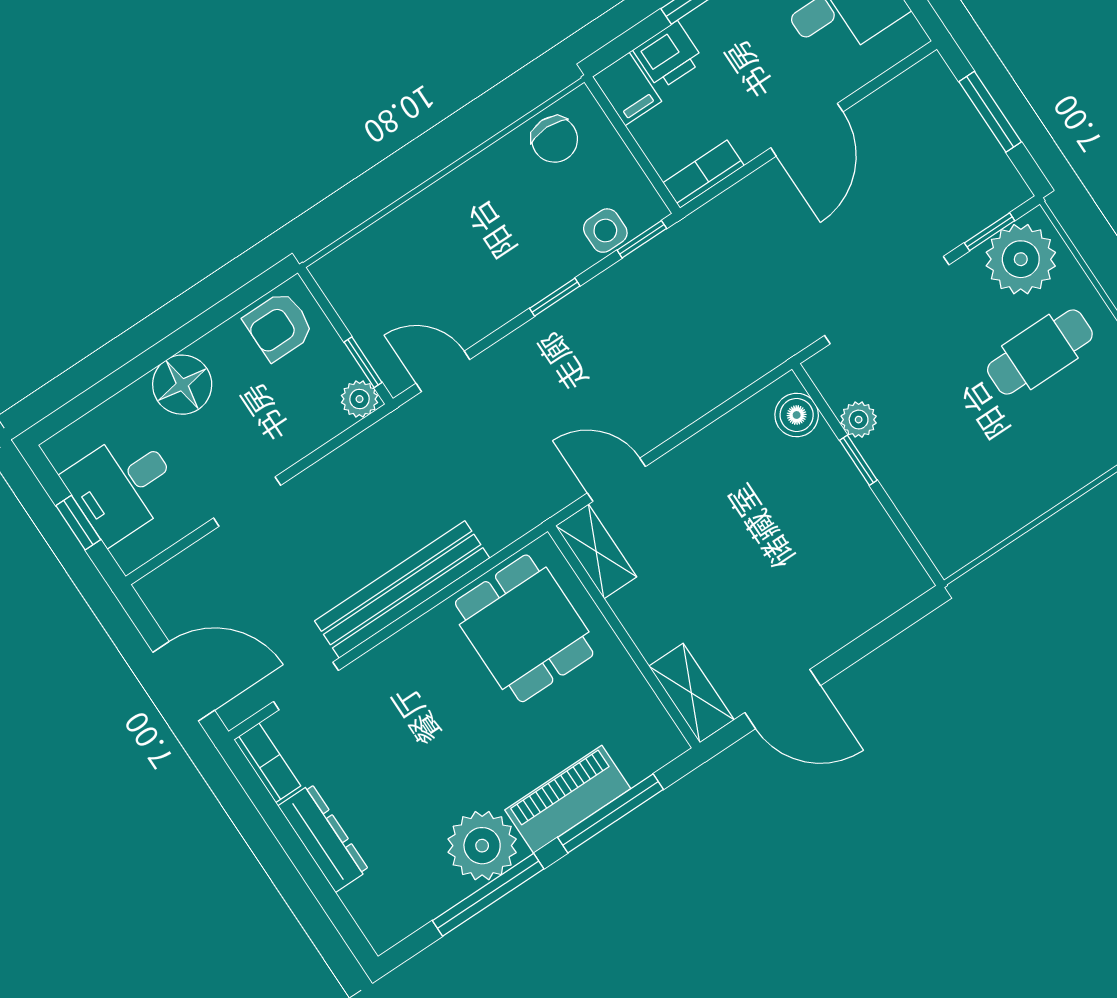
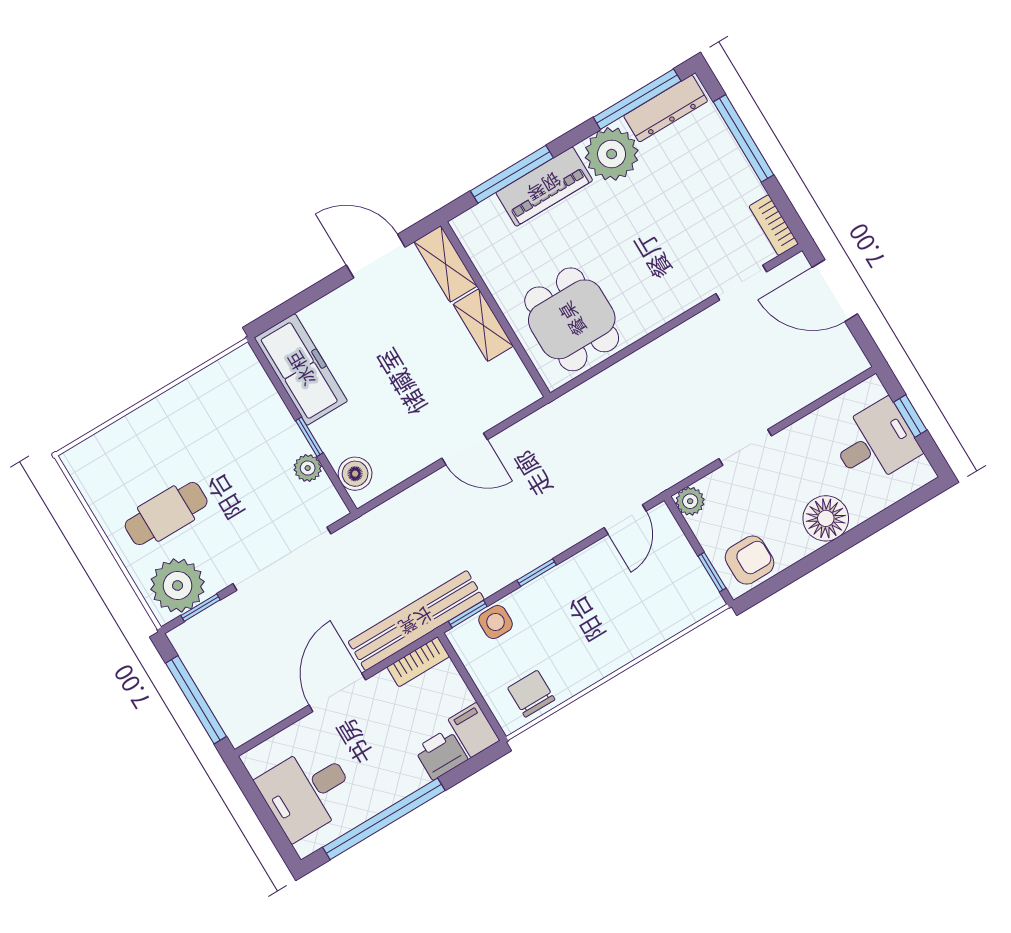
window: (990, 112) -> (196, 700), width x1.44
window: (363, 362) -> (712, 572), moved
door: (443, 371) -> (625, 519), hinge flipped
door: (616, 480) -> (465, 449), moved
doorway: (247, 502) -> (745, 447), moved
freezer: (873, 547) -> (301, 369), added
shelving: (596, 551) -> (483, 325), moved
bench: (402, 589) -> (416, 621), moved
dresser: (323, 838) -> (666, 109), moved, turned -90
window: (312, 874) -> (743, 138), added
window: (488, 895) -> (637, 99), moved

